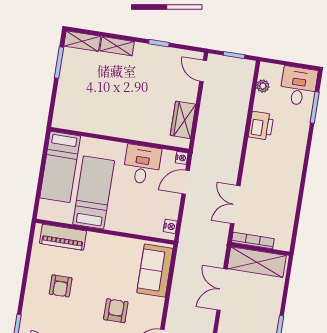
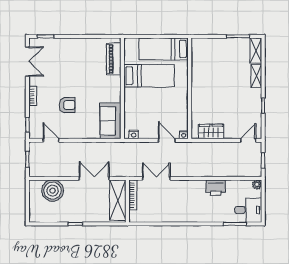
plant: (263, 86) -> (257, 185), moved
desk: (142, 164) -> (175, 107), removed
sofa: (155, 271) -> (110, 121), moved, turned -90
armchair: (61, 286) -> (79, 63), removed

